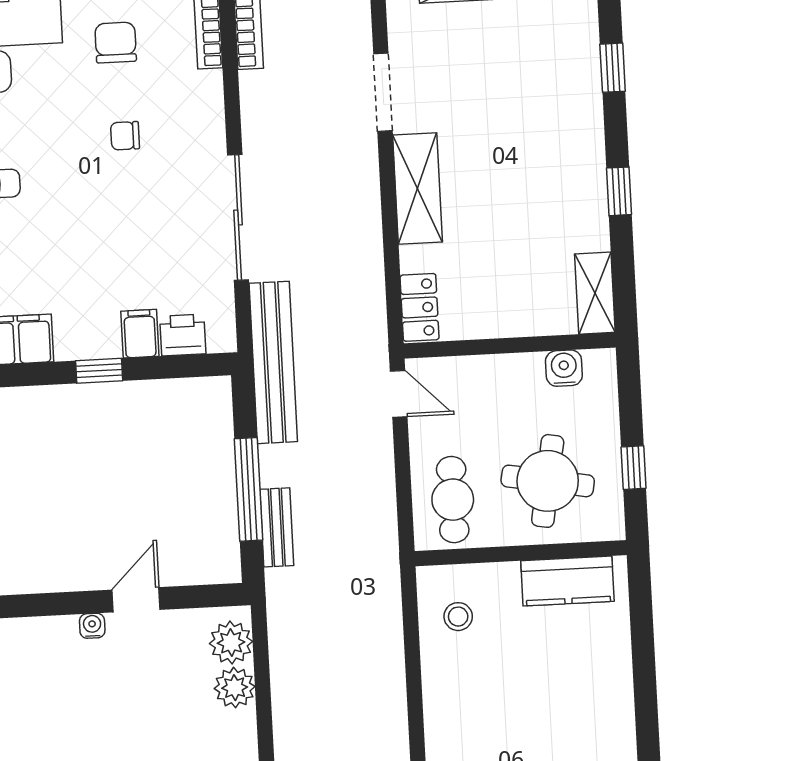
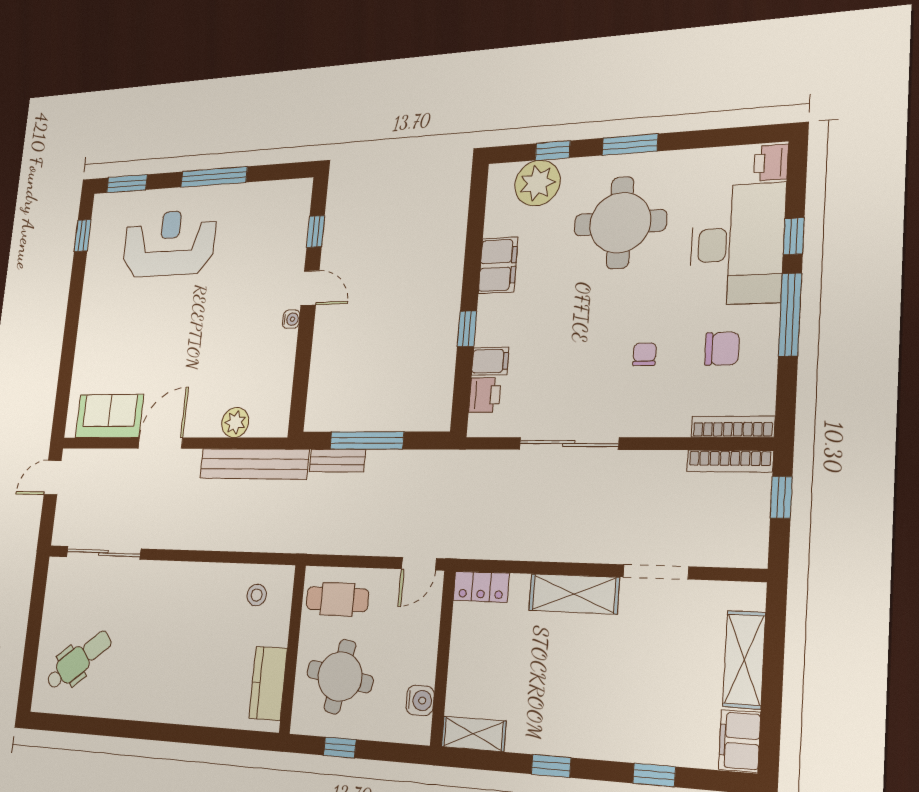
bench: (273, 362) -> (254, 464), moved
door: (136, 600) -> (310, 288), moved
plant: (231, 643) -> (265, 421), removed

